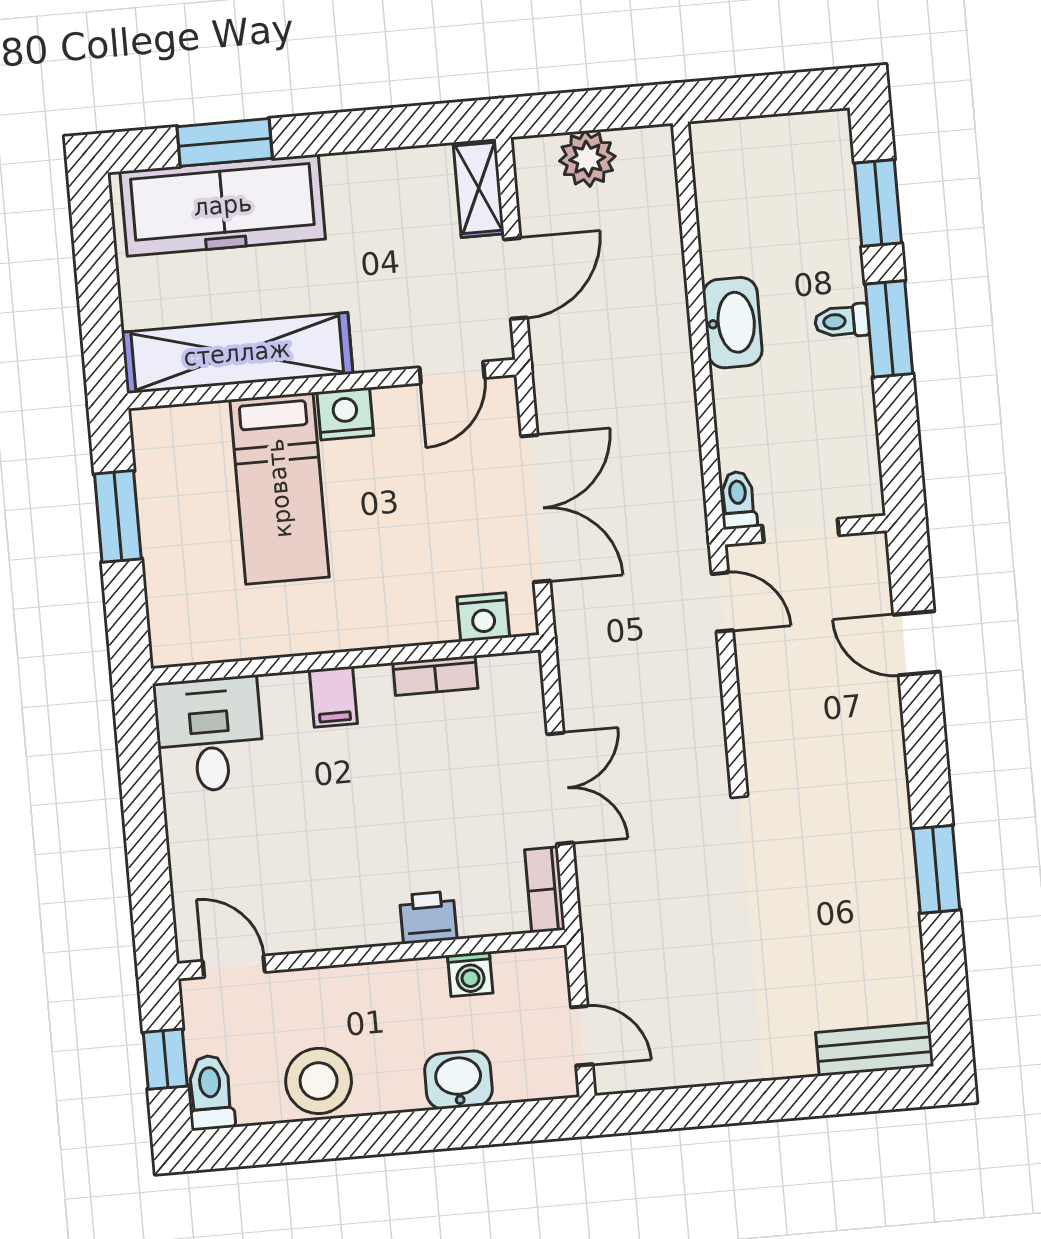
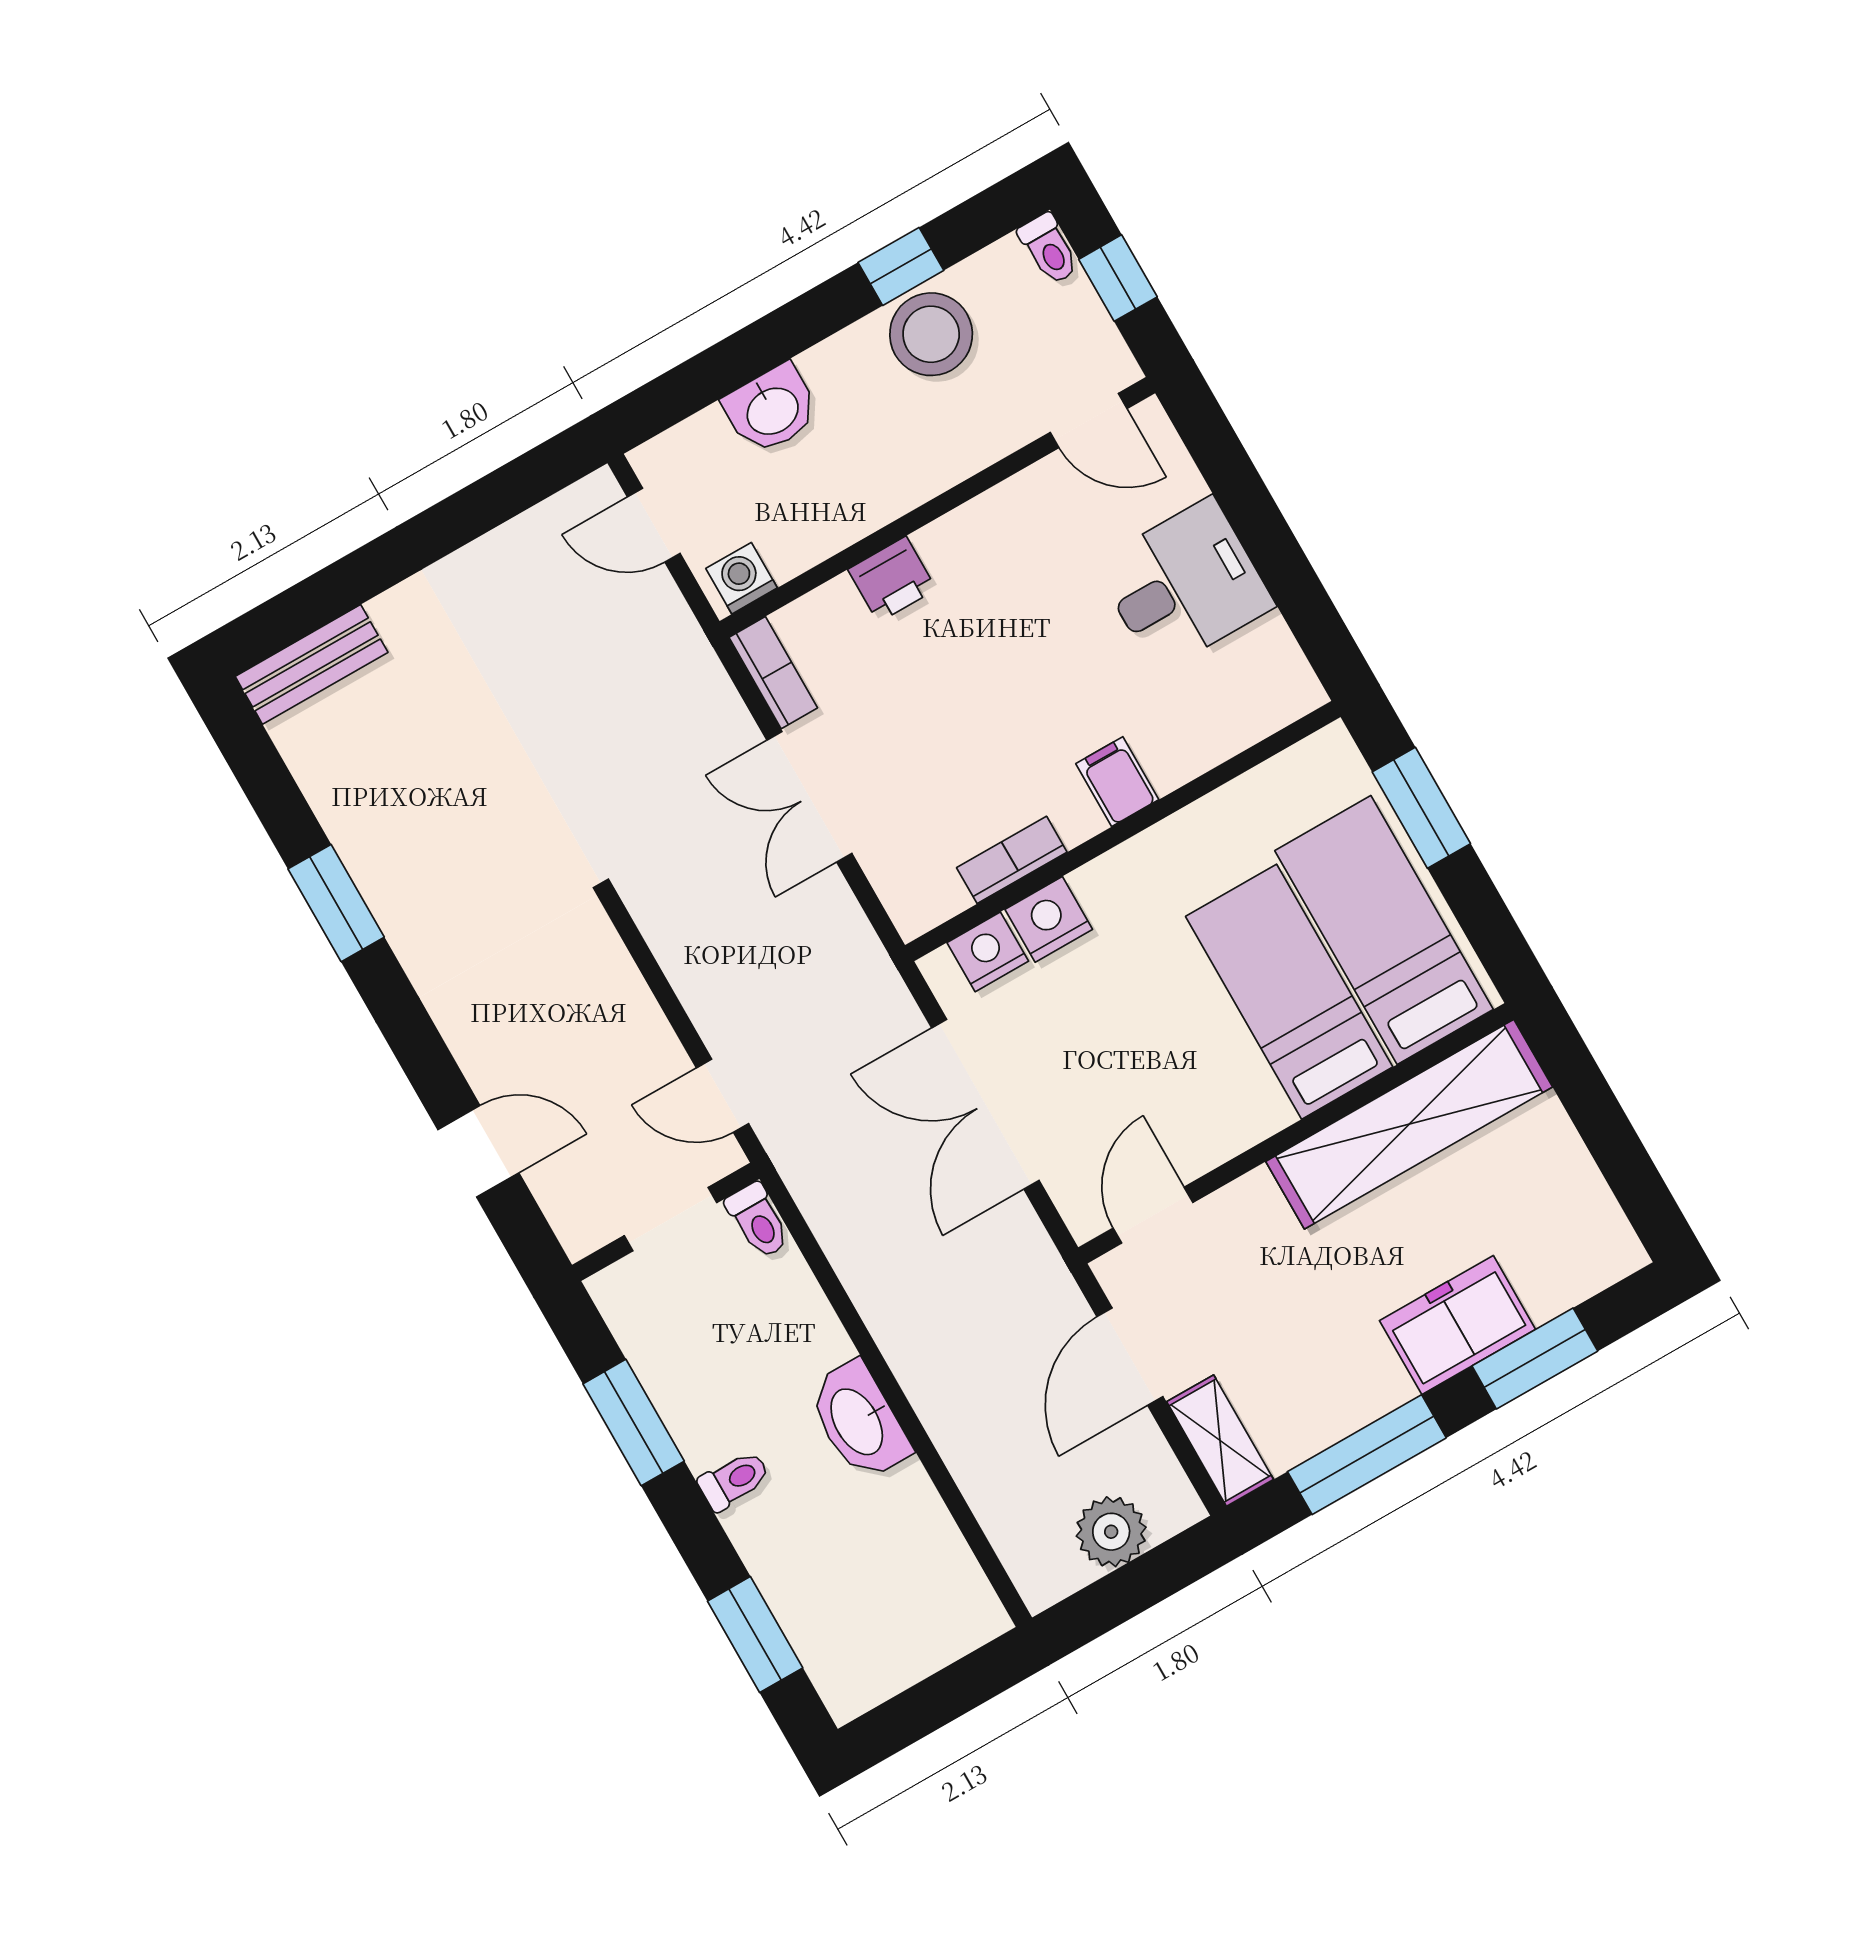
window: (378, 129) -> (1367, 1455), added
freezer: (223, 205) -> (1458, 1325), width x0.52, depth x0.79
window: (889, 329) -> (634, 1422), moved
nightstand: (345, 414) -> (1049, 919), moved, turned 180
bed: (191, 501) -> (1384, 930), added
window: (118, 516) -> (1421, 808), moved
desk: (210, 734) -> (1184, 585), moved, turned -90
washing machine: (470, 974) -> (742, 578), moved
toilet: (210, 1092) -> (1049, 249), width x0.73, depth x0.72
window: (318, 1140) -> (901, 266), added

